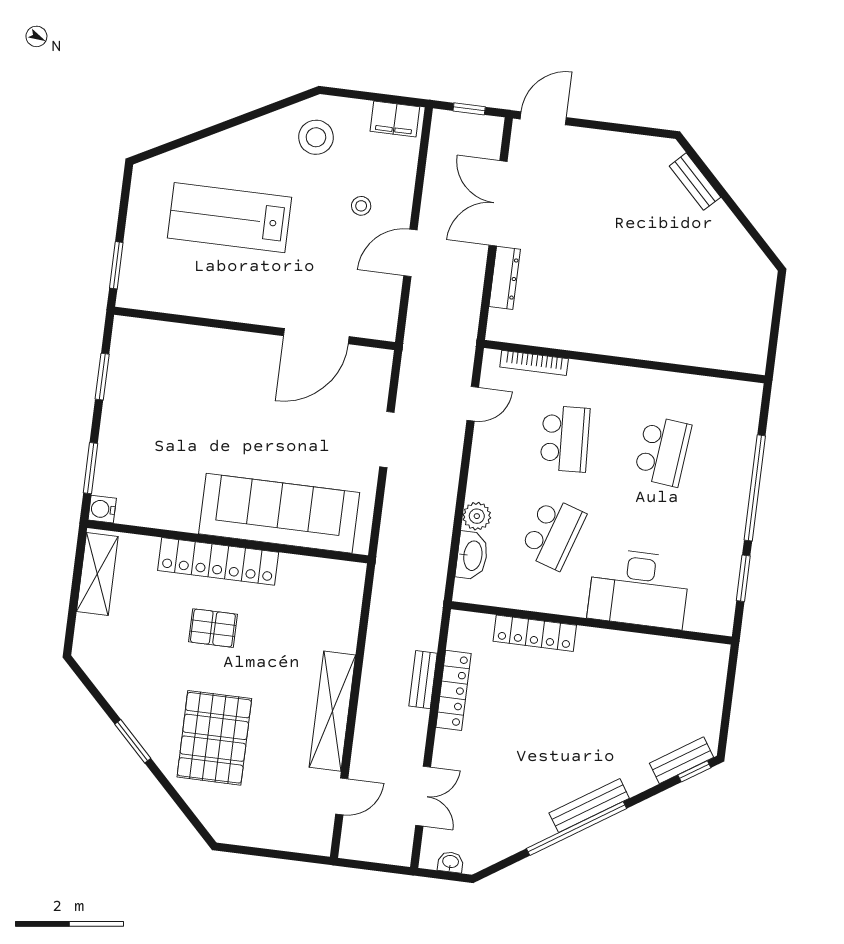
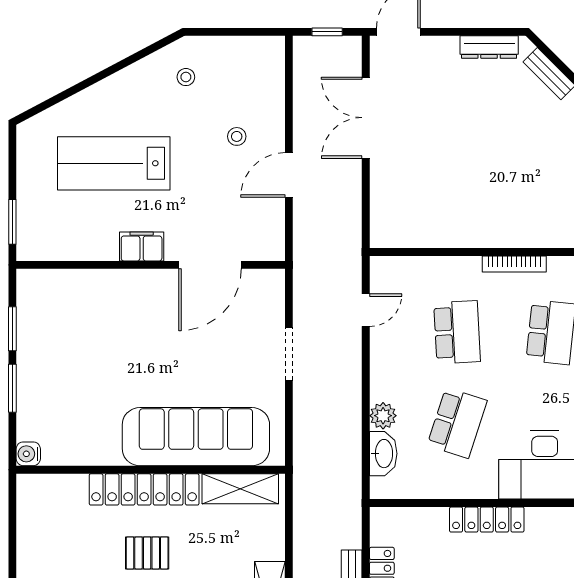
filing cabinet: (395, 119) -> (142, 246), moved, turned 180
stool: (316, 137) -> (186, 77), width x0.53, depth x0.53
dresser: (505, 278) -> (489, 47), moved, turned 90
bookcase: (534, 363) -> (514, 264), moved
window: (91, 468) -> (12, 388), moved
shelving: (97, 574) -> (240, 489), moved, turned 90
locker: (535, 633) -> (487, 520), moved

